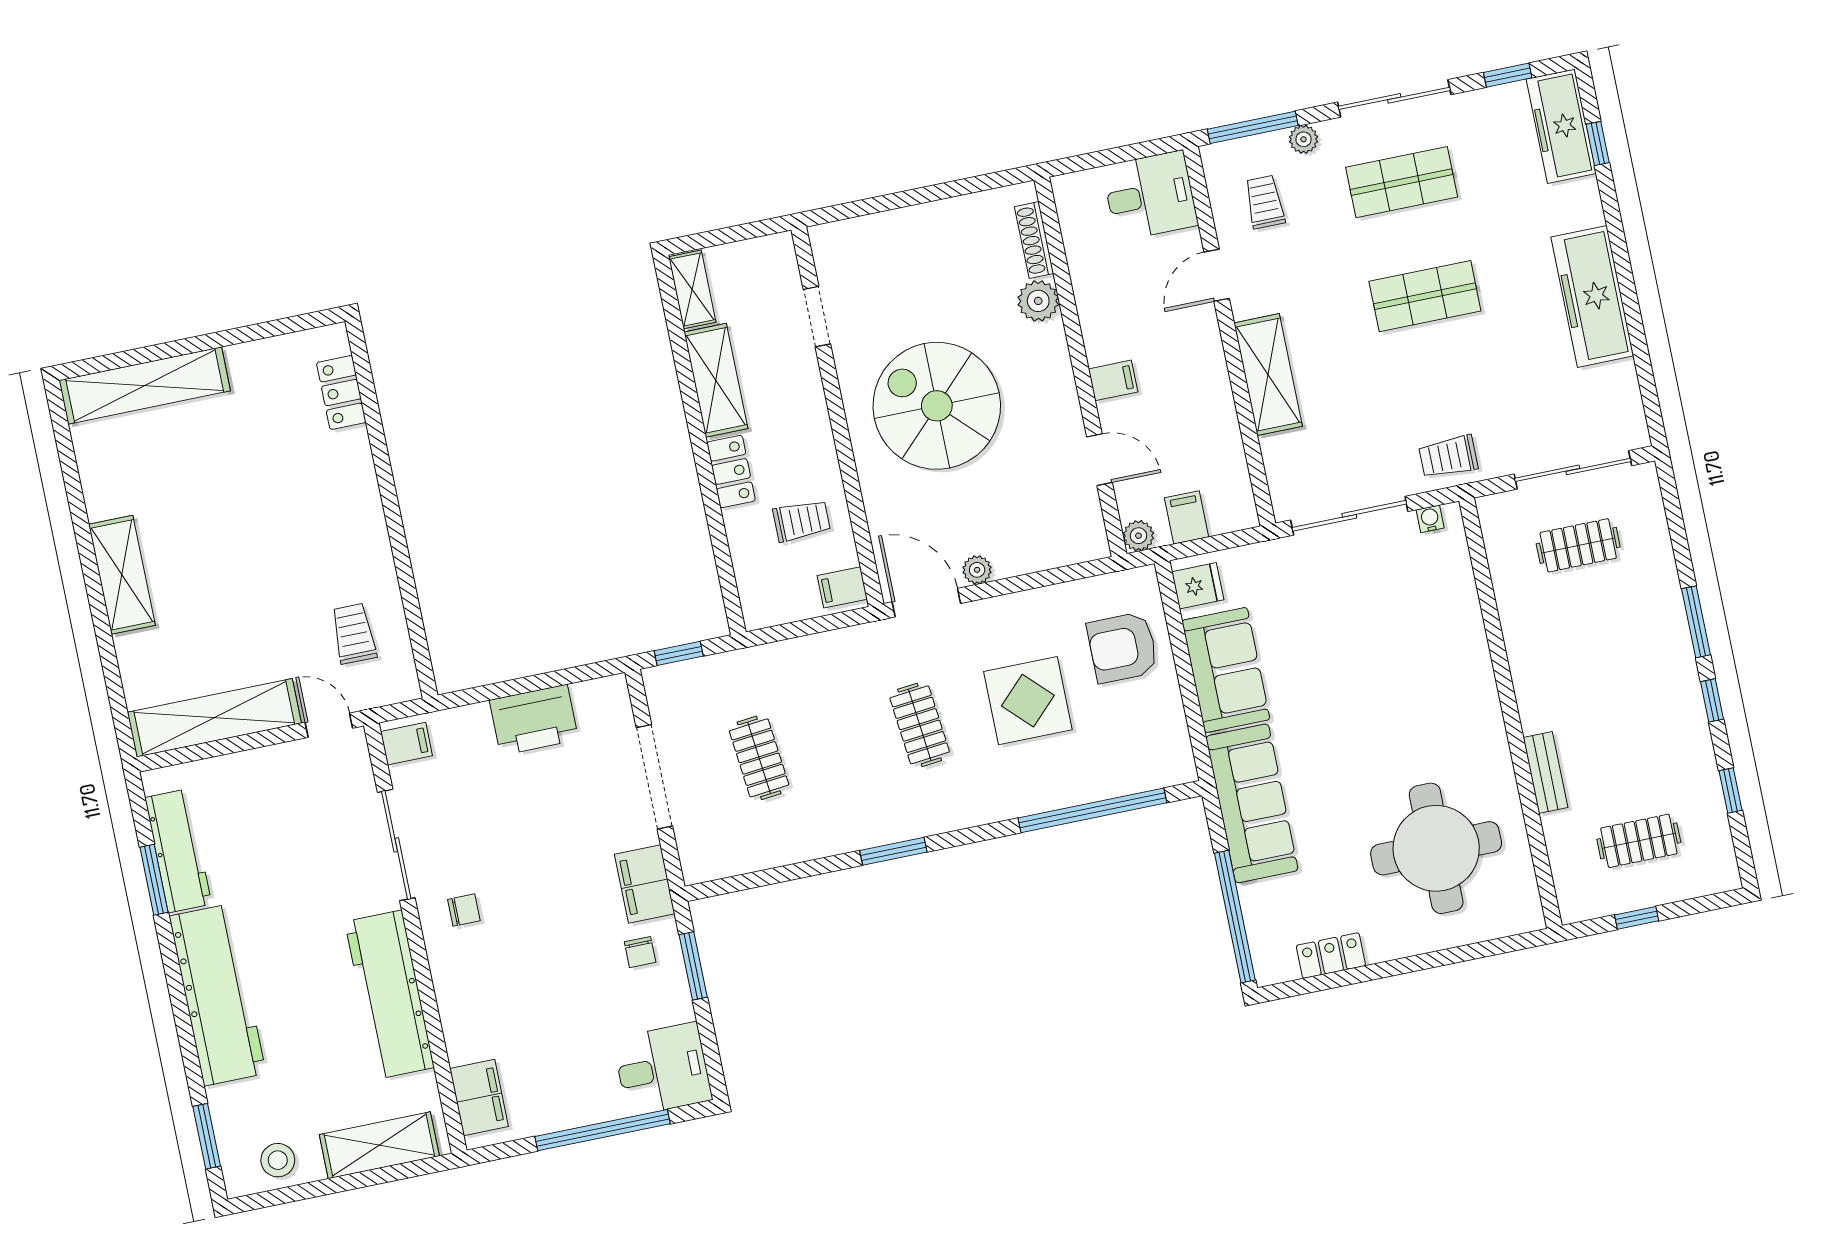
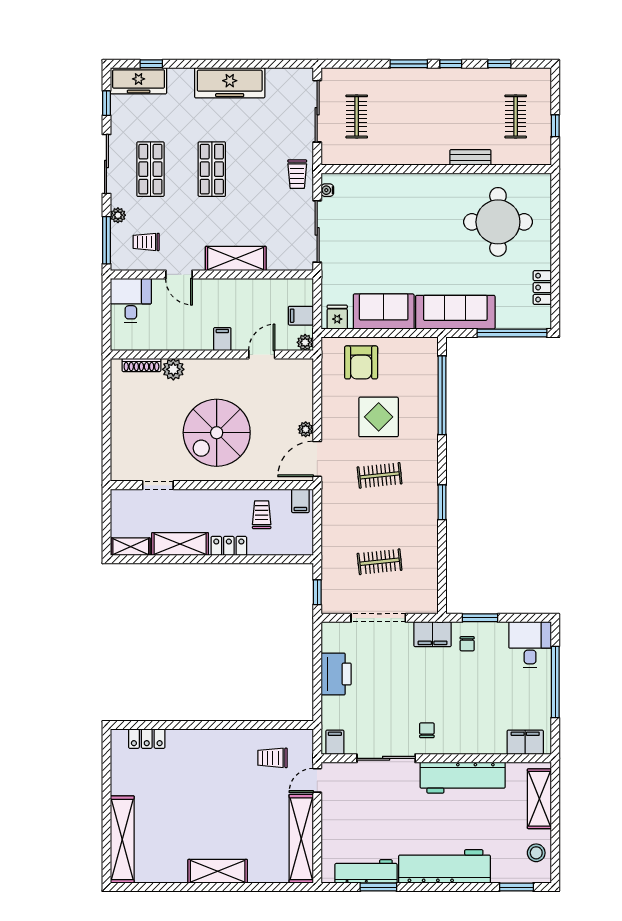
chair: (640, 952) -> (467, 644), turned 90

